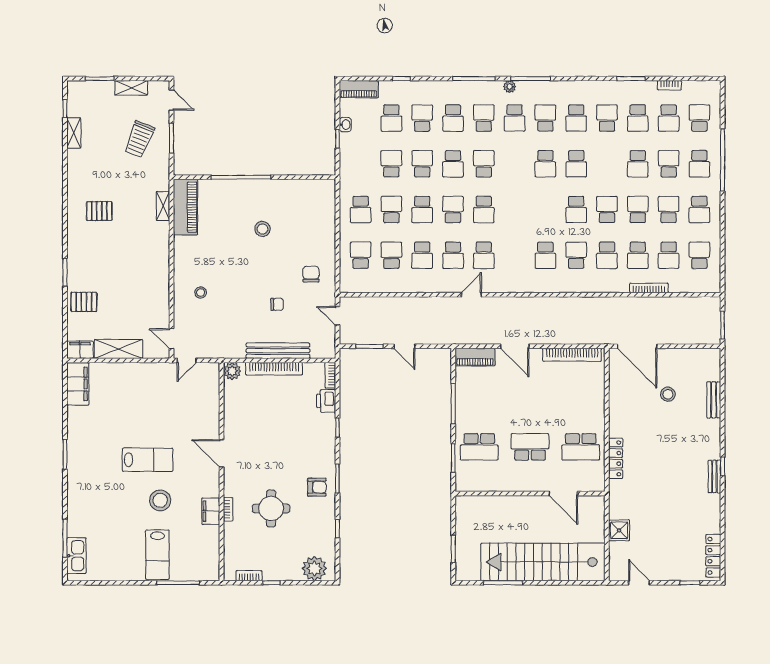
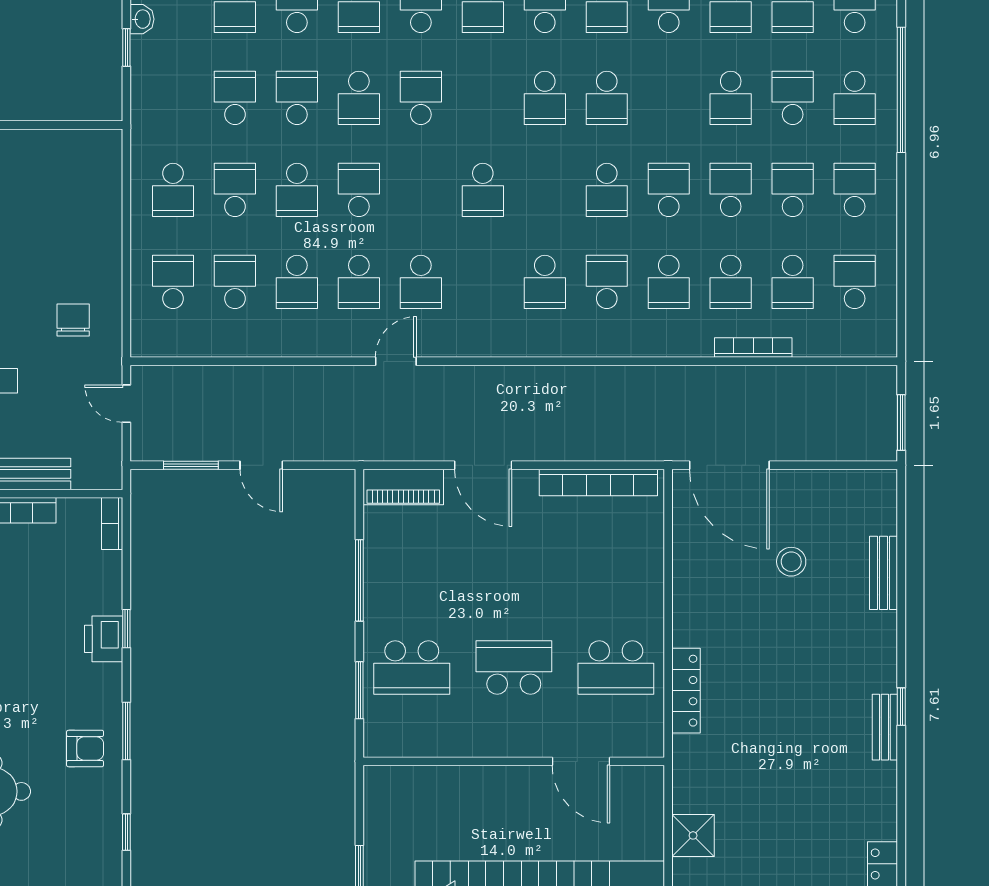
school desk: (484, 210) -> (483, 190), moved
school desk: (699, 210) -> (855, 190), turned 180
printer: (326, 401) -> (104, 639), moved

